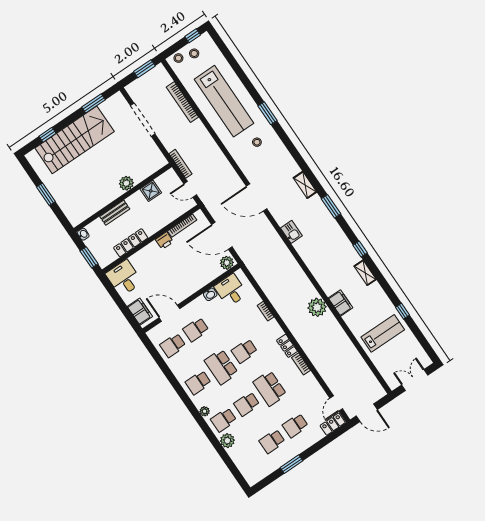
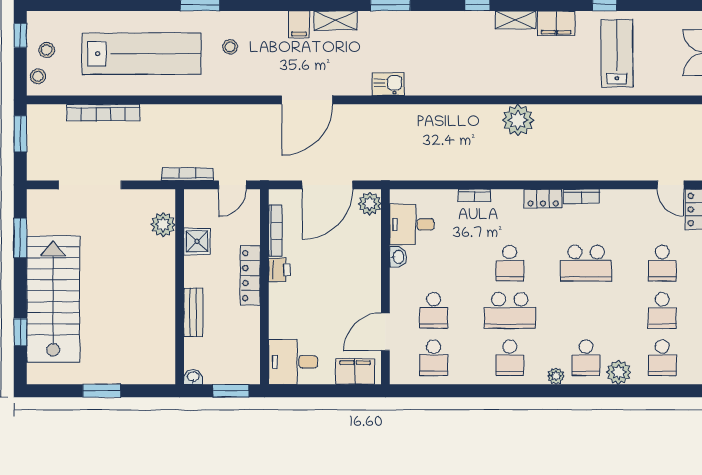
filing cabinet: (291, 168) -> (299, 24), added
plant: (126, 183) -> (163, 224), moved
locker: (131, 243) -> (250, 276), moved
filing cabinet: (341, 303) -> (556, 23), moved, turned 180
school desk: (247, 404) -> (662, 358), moved

